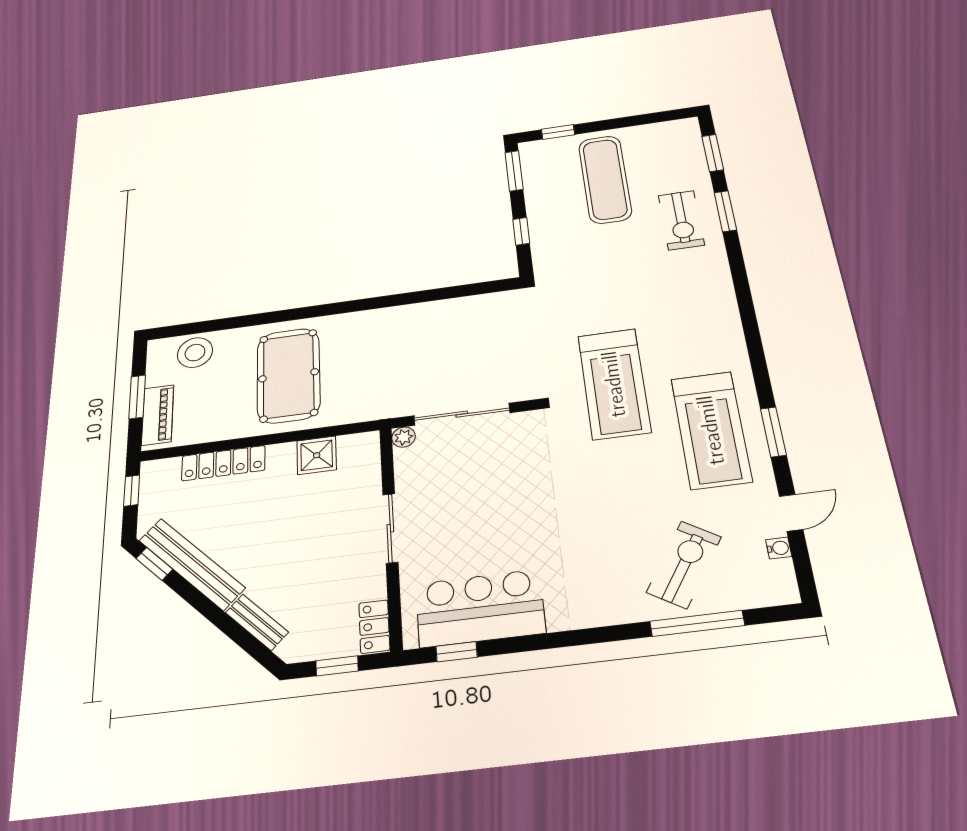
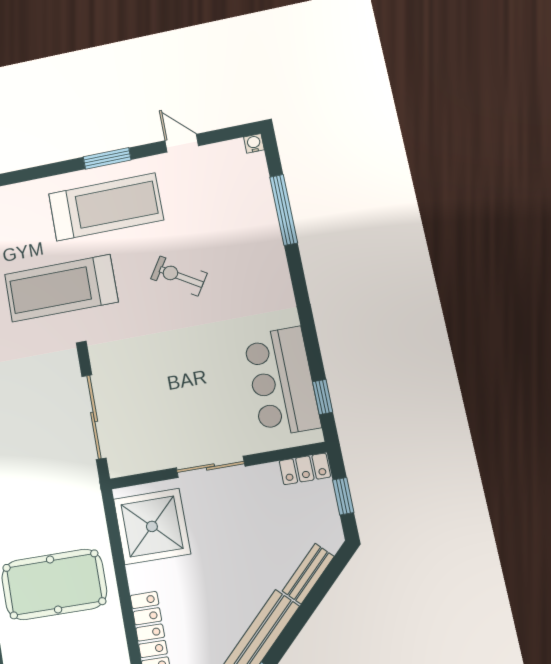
treadmill: (614, 384) -> (61, 288), turned 180
plant: (404, 437) -> (119, 467), removed
shower: (317, 455) -> (152, 526), width x1.86, depth x1.86
water cooler: (779, 548) -> (254, 143), moved
exercise bike: (684, 565) -> (179, 276), moved, width x0.73, depth x0.72

